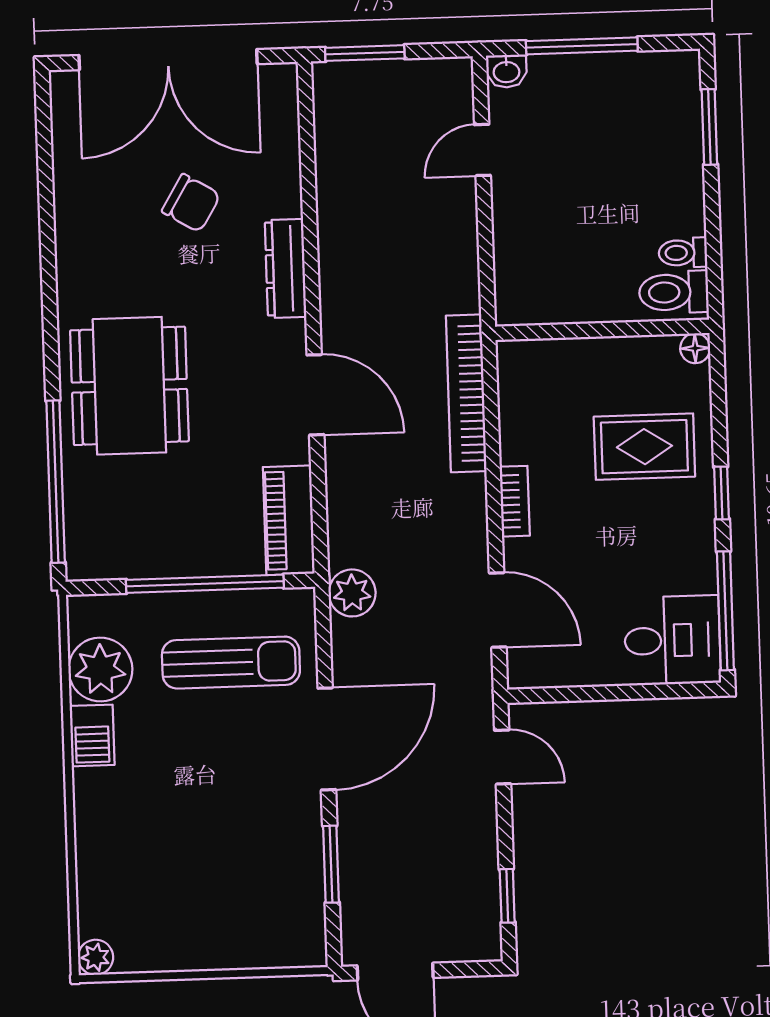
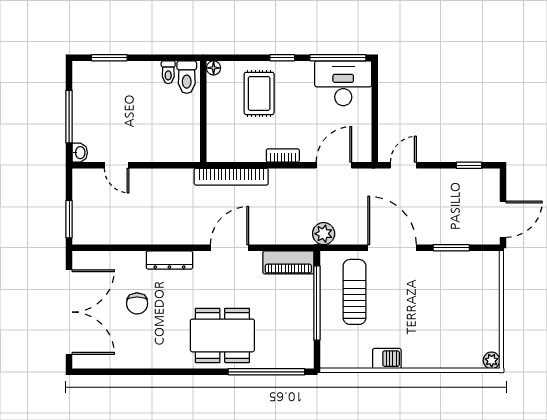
chair: (191, 203) -> (137, 303), turned 149
desk: (672, 640) -> (343, 83), width x1.37
plant: (100, 669) -> (356, 354), removed

